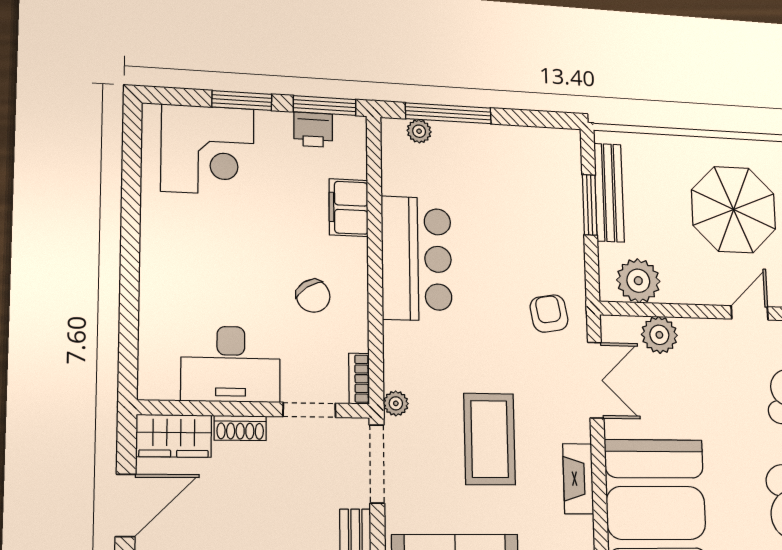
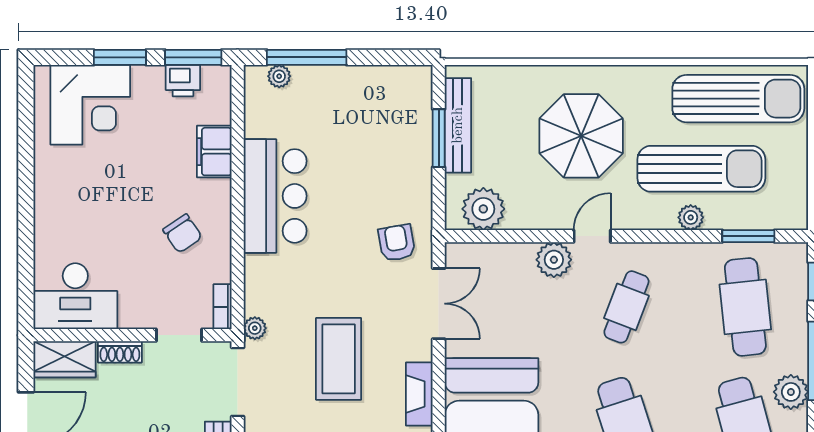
plant: (659, 335) -> (554, 260), moved
desk: (231, 364) -> (75, 296), moved

